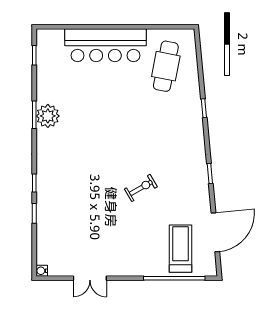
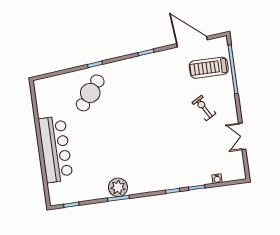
cafe table: (166, 66) -> (90, 93), moved, turned -62
exercise bike: (141, 188) -> (204, 108), moved
water cooler: (42, 271) -> (217, 179), moved
double door: (90, 278) -> (242, 136), swing flipped

